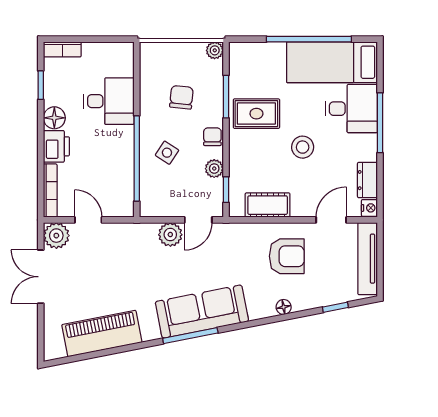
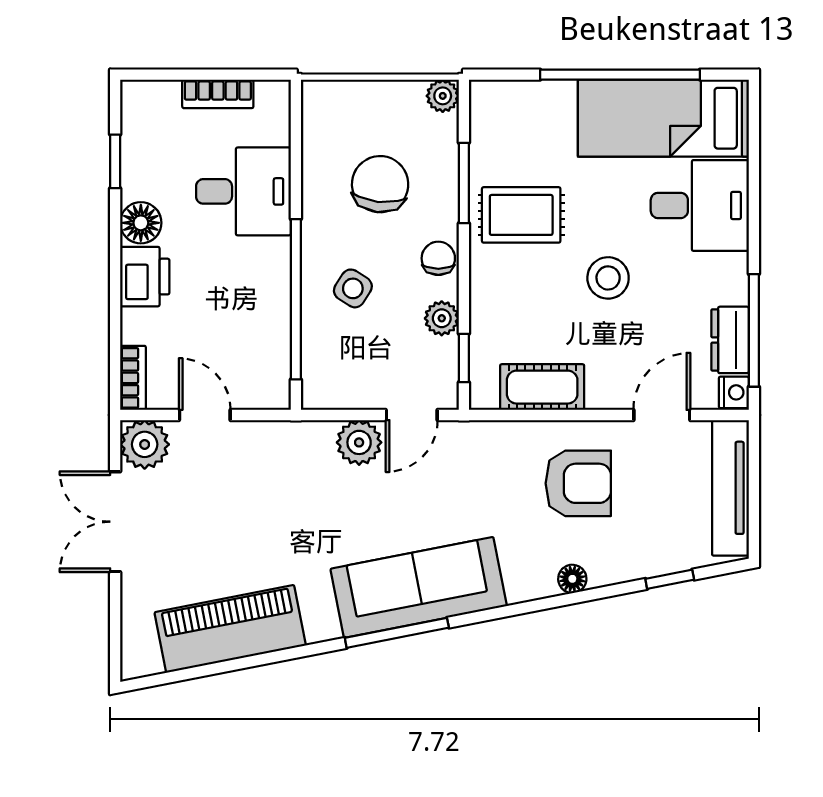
bookcase: (62, 49) -> (218, 94), moved
chair: (181, 97) -> (380, 184), width x1.37, depth x1.37
window: (380, 123) -> (754, 330), moved
bookcase: (50, 191) -> (133, 378), width x0.64

